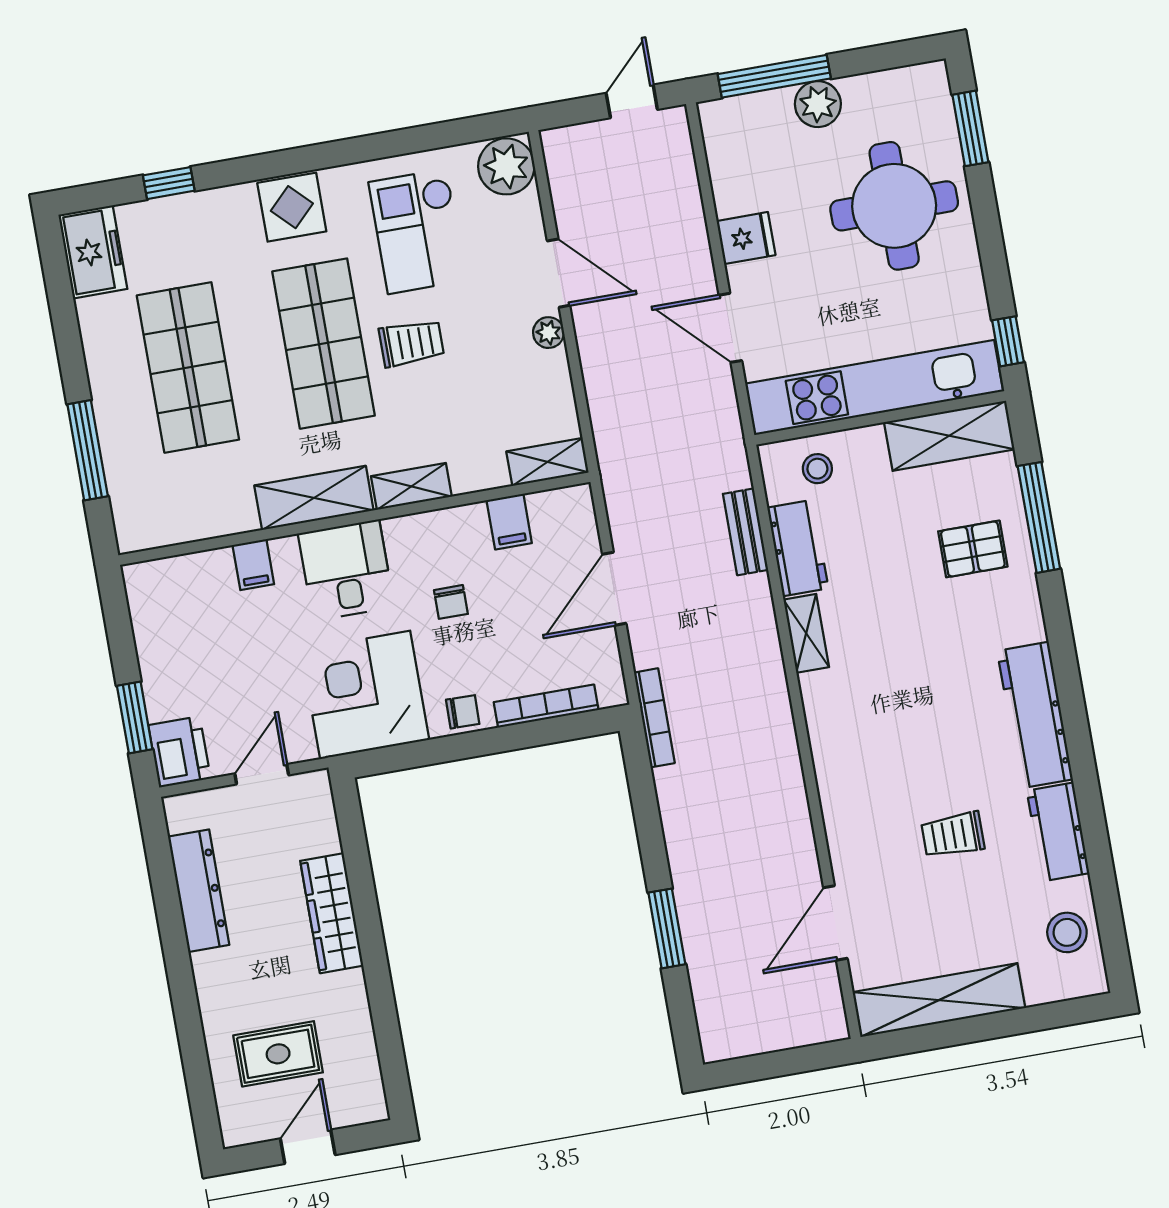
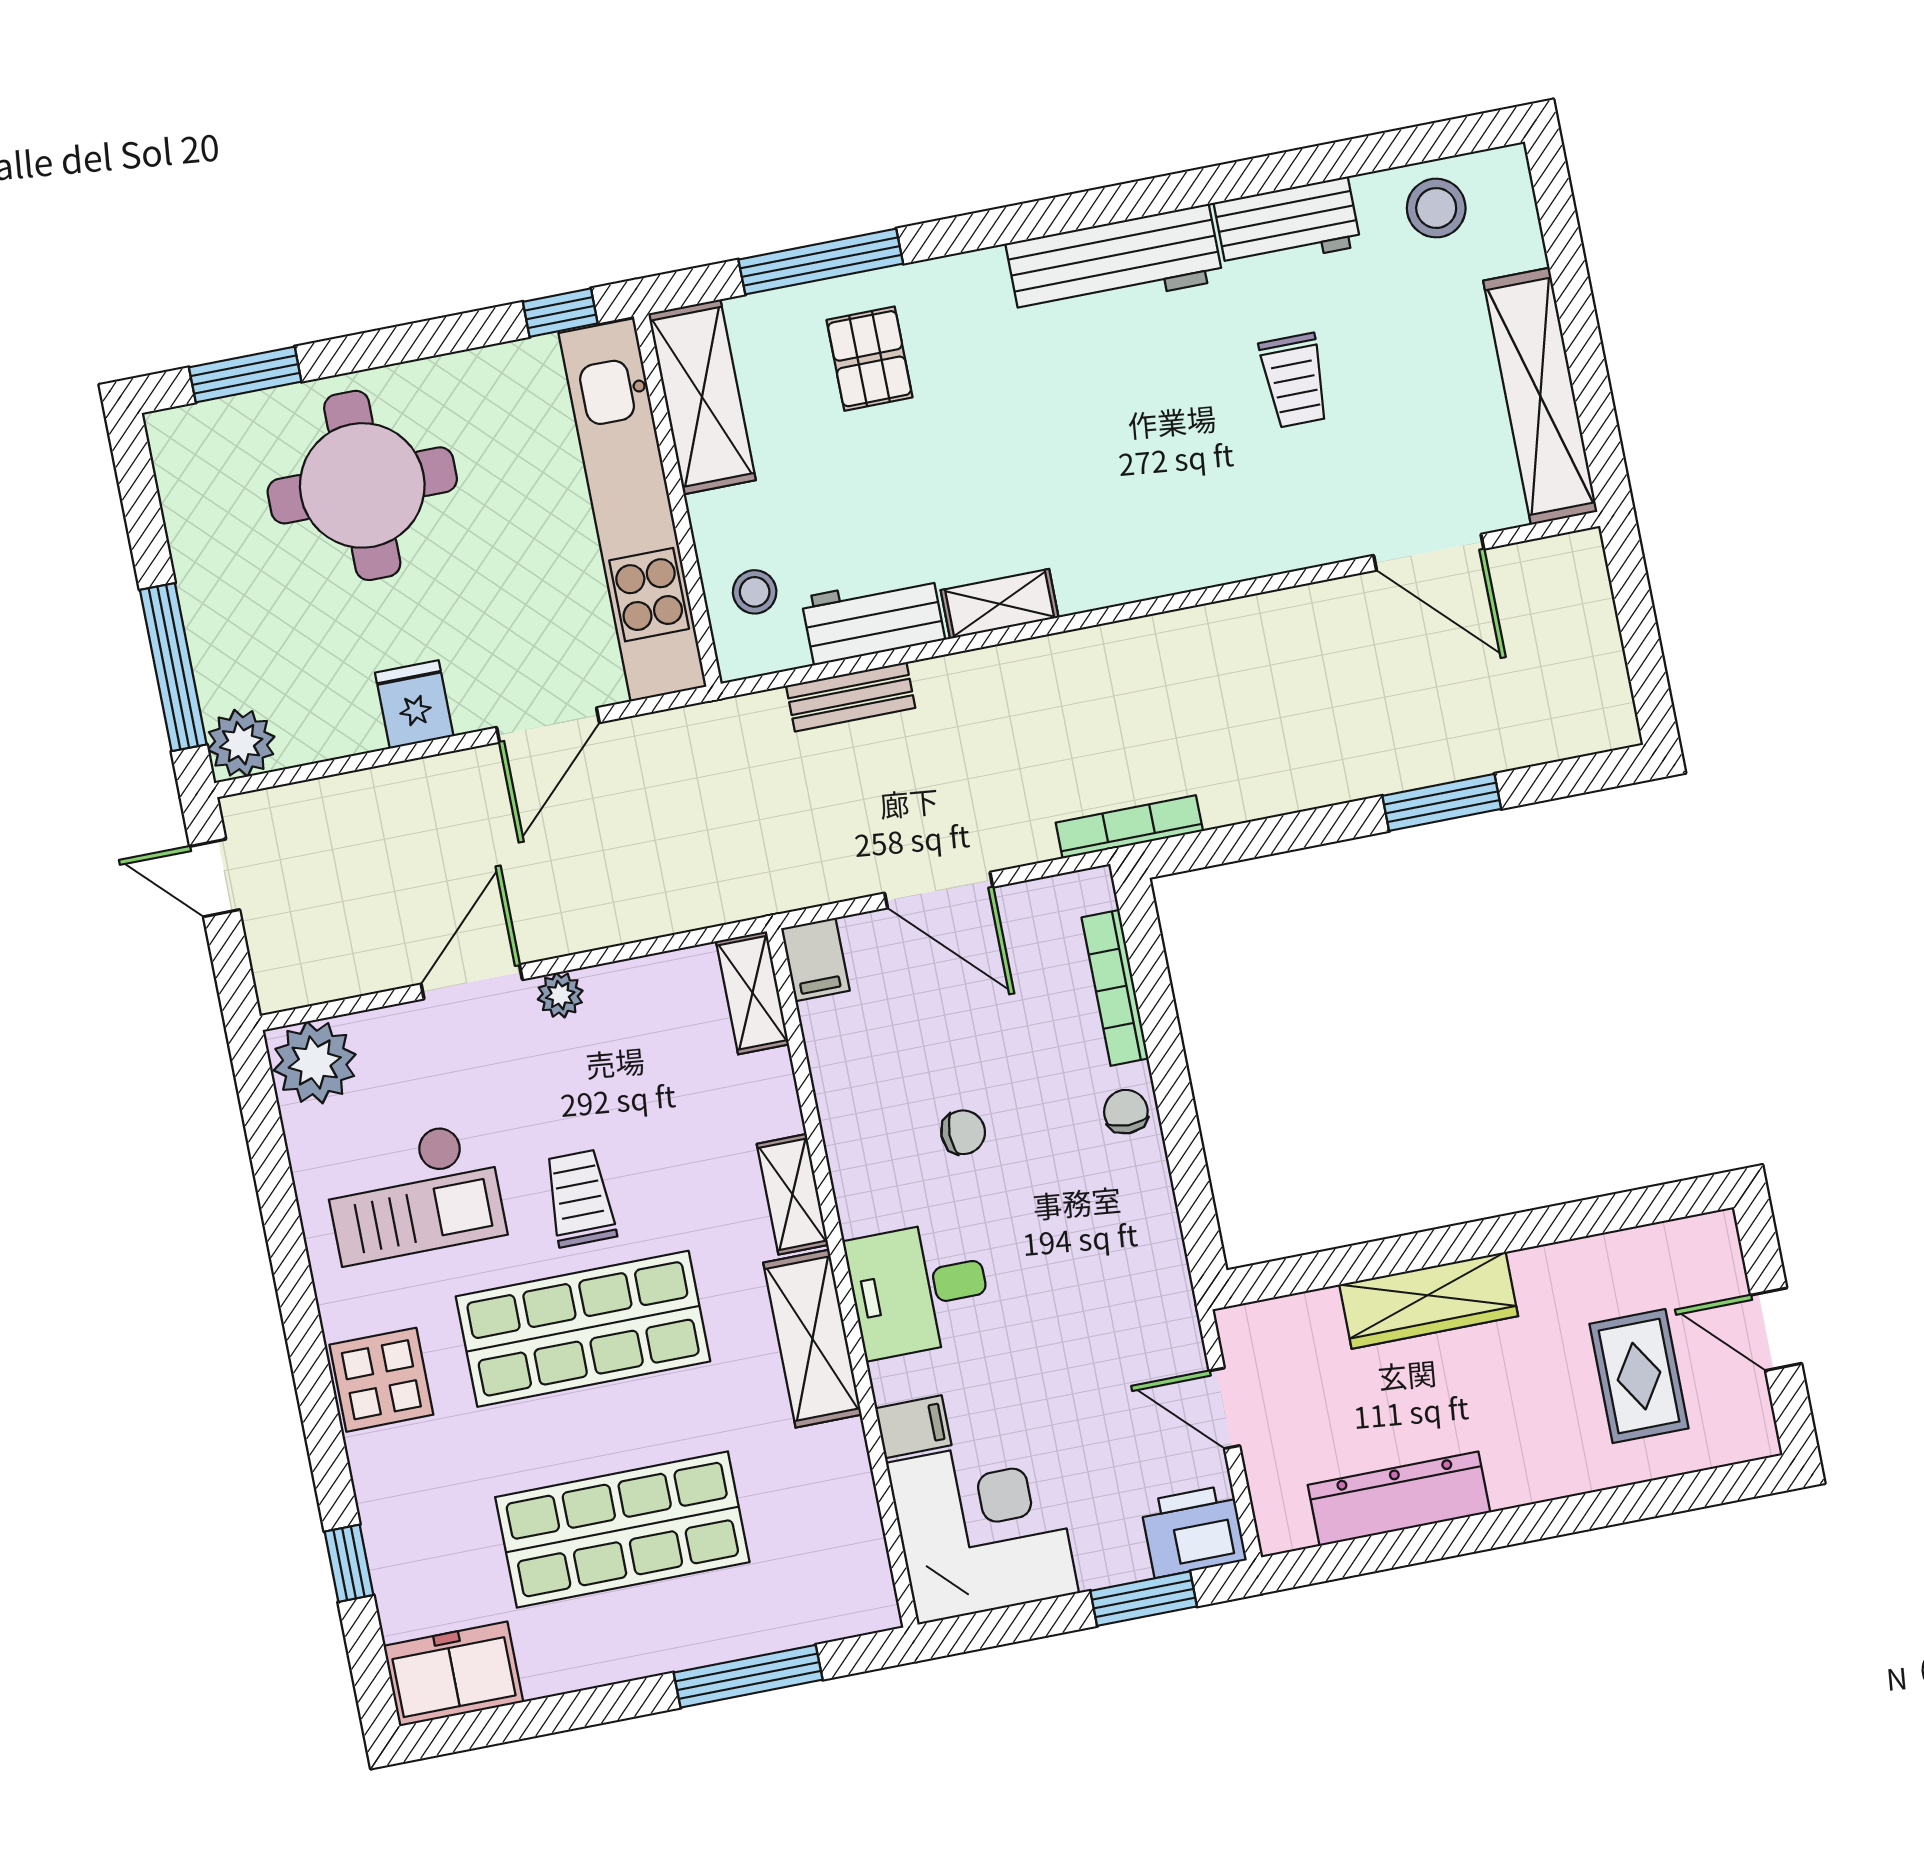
plant: (818, 104) -> (241, 743), moved
filing cabinet: (509, 522) -> (815, 960), moved, turned 90
corner desk: (365, 695) -> (982, 1528), moved, turned 180

